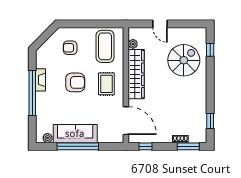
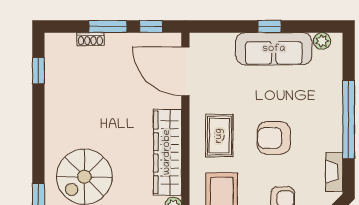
fireplace: (41, 80) -> (334, 172), moved
window: (78, 146) -> (269, 26), width x0.32
window: (188, 146) -> (108, 26), moved

